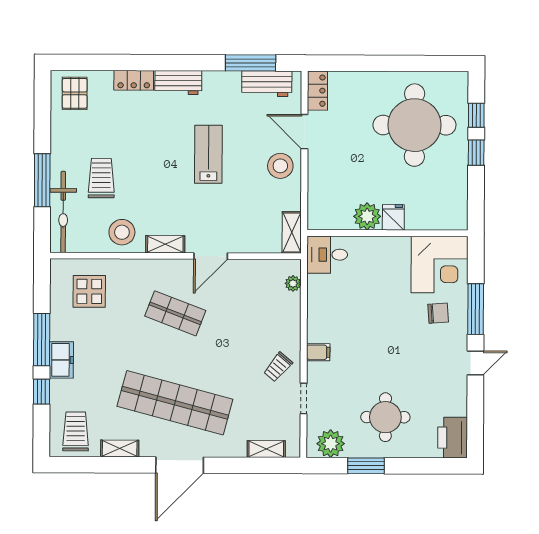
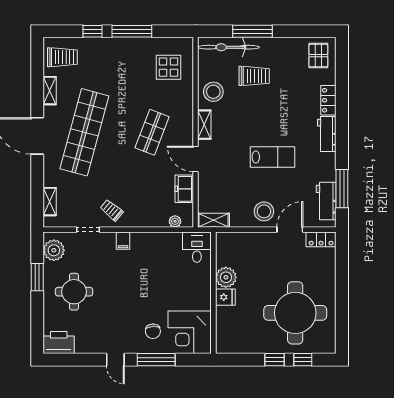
pallet: (75, 93) -> (318, 56), turned 90
freezer: (61, 360) -> (184, 189), moved, turned 90

